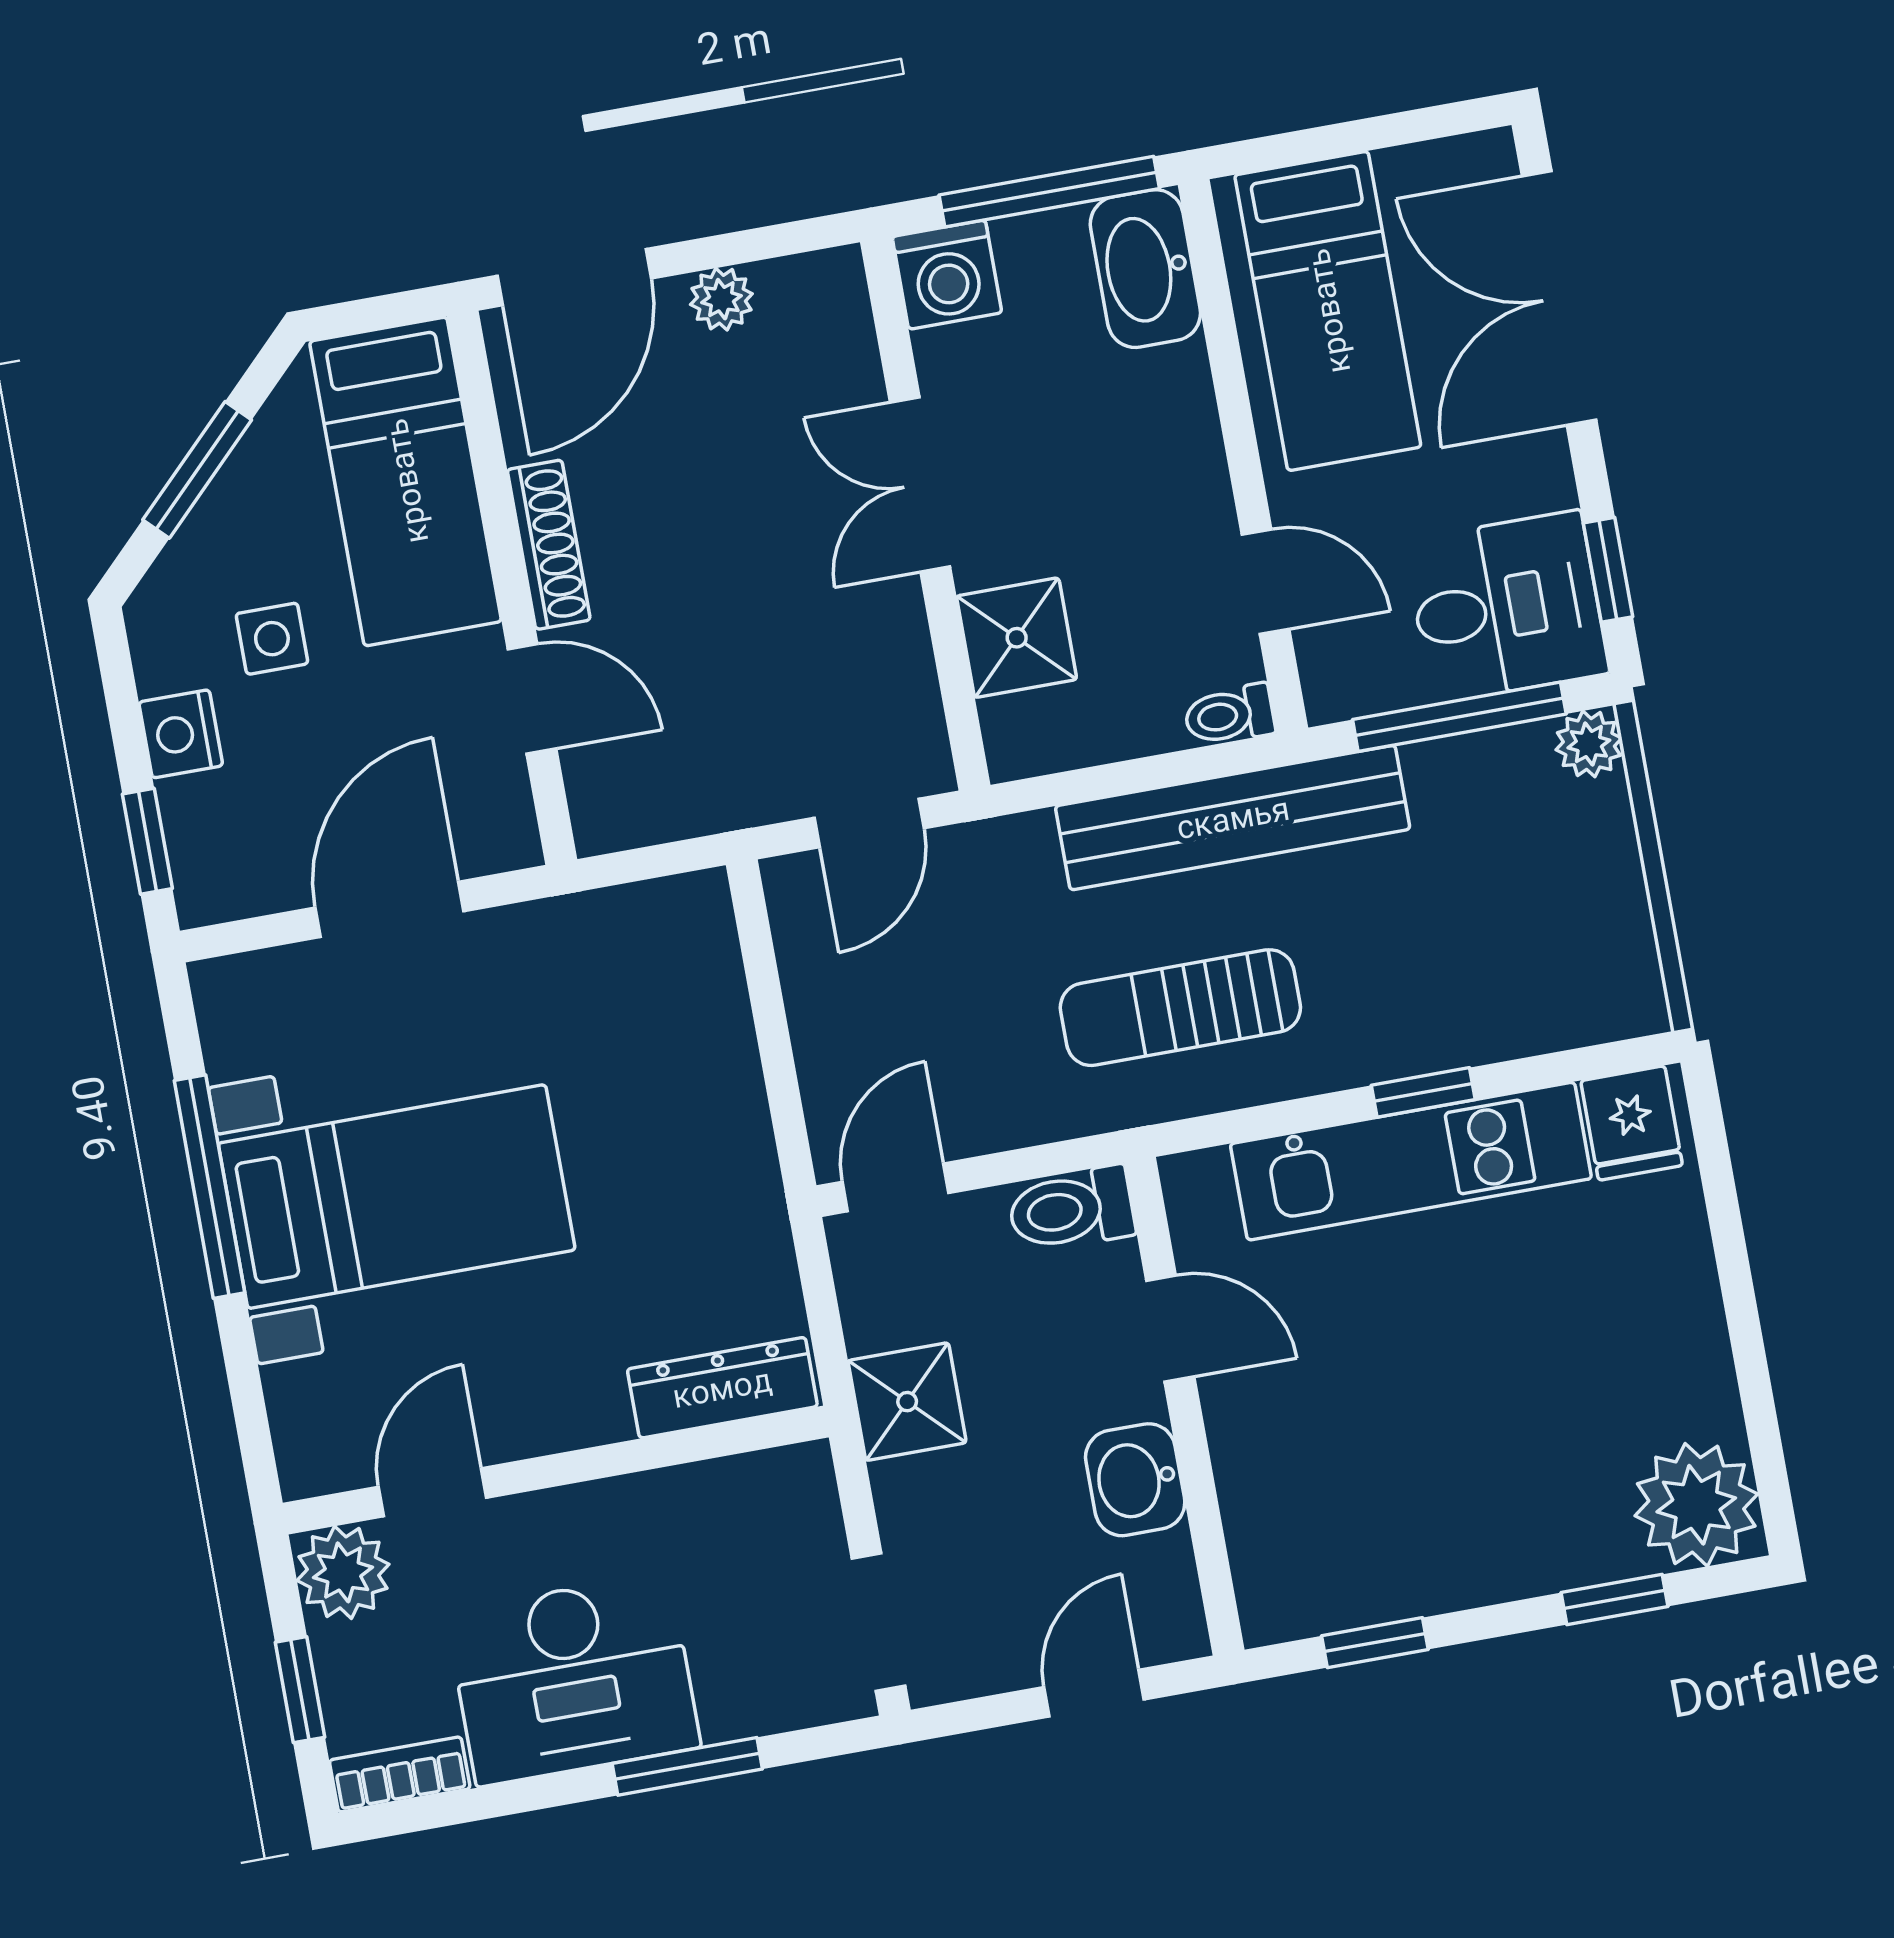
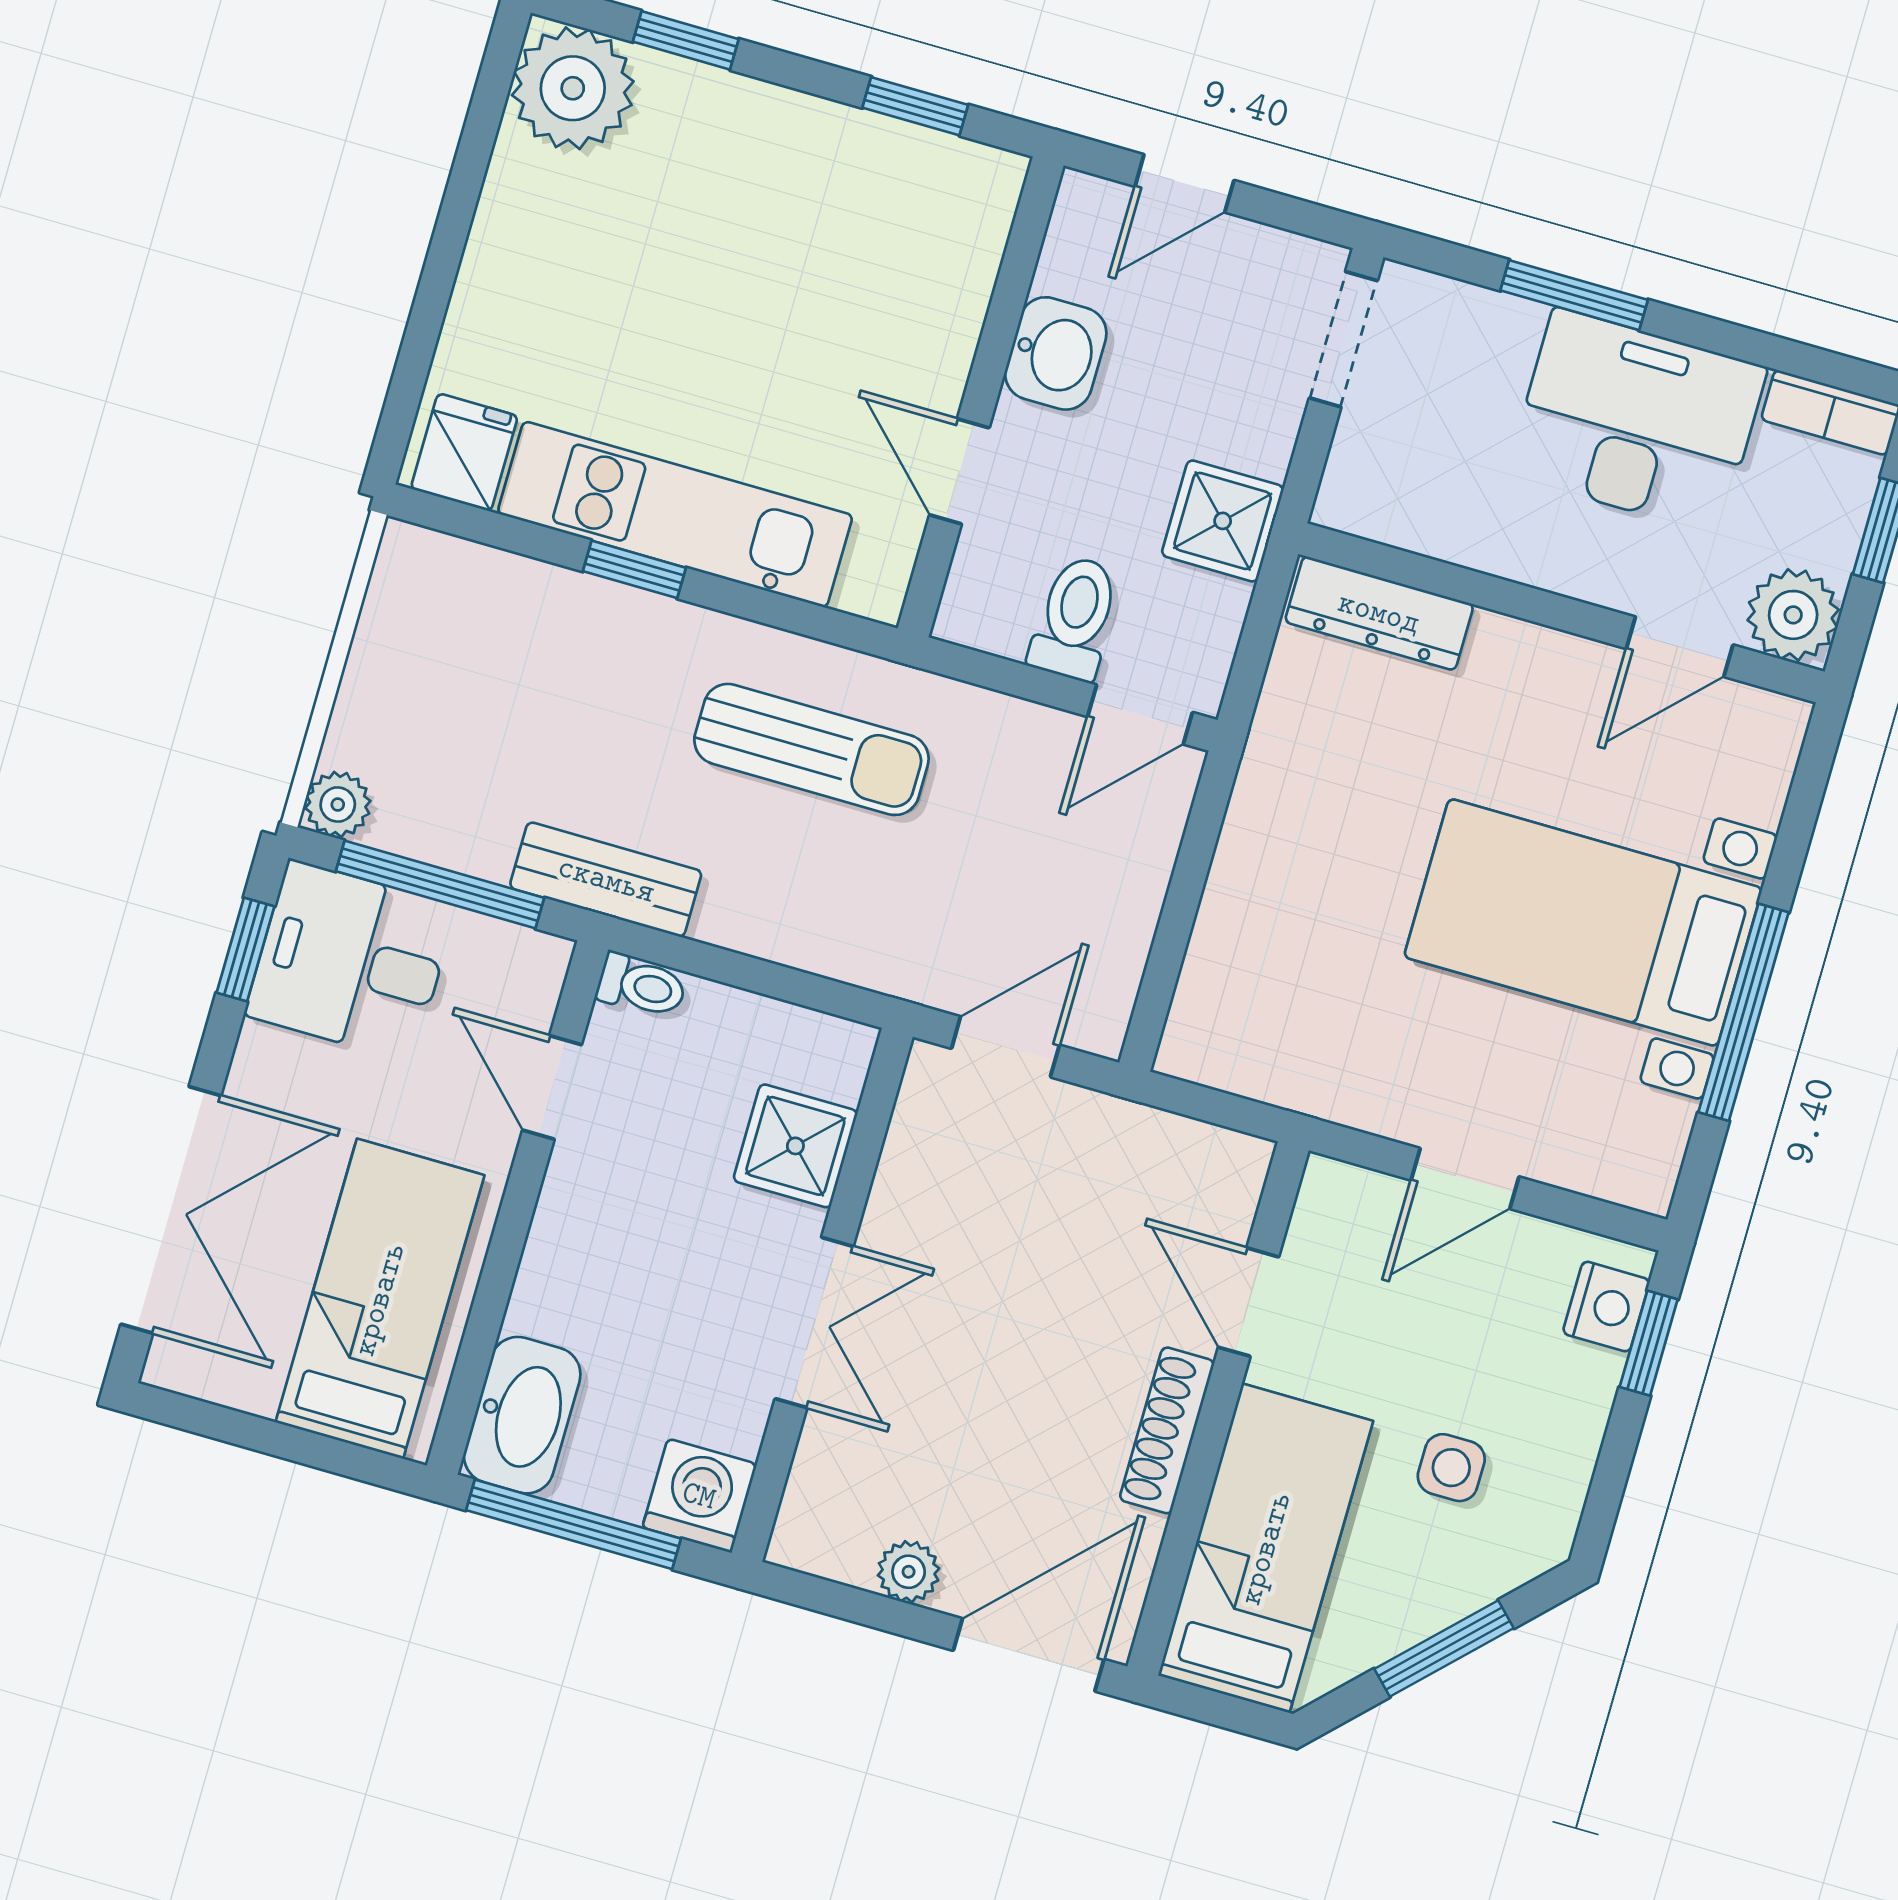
nightstand: (181, 734) -> (1606, 1307), moved
bench: (1233, 818) -> (606, 880), width x0.54, depth x0.82
door: (389, 909) -> (1465, 1178), width x0.73
toilet: (1071, 1209) -> (1075, 618), moved, turned -90

